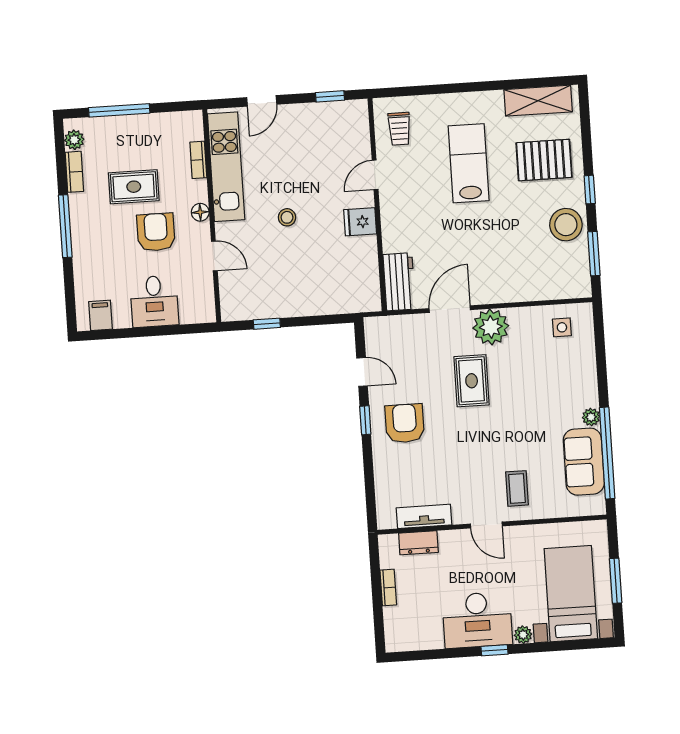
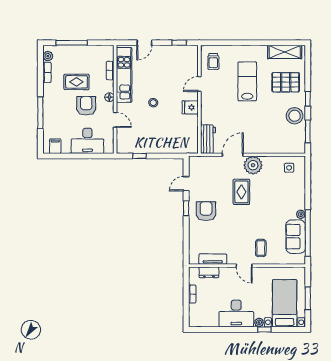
window: (65, 226) -> (40, 113), moved
desk: (154, 301) -> (87, 141), width x1.37
door: (362, 372) -> (186, 184), swing flipped
window: (495, 650) -> (264, 329), moved

